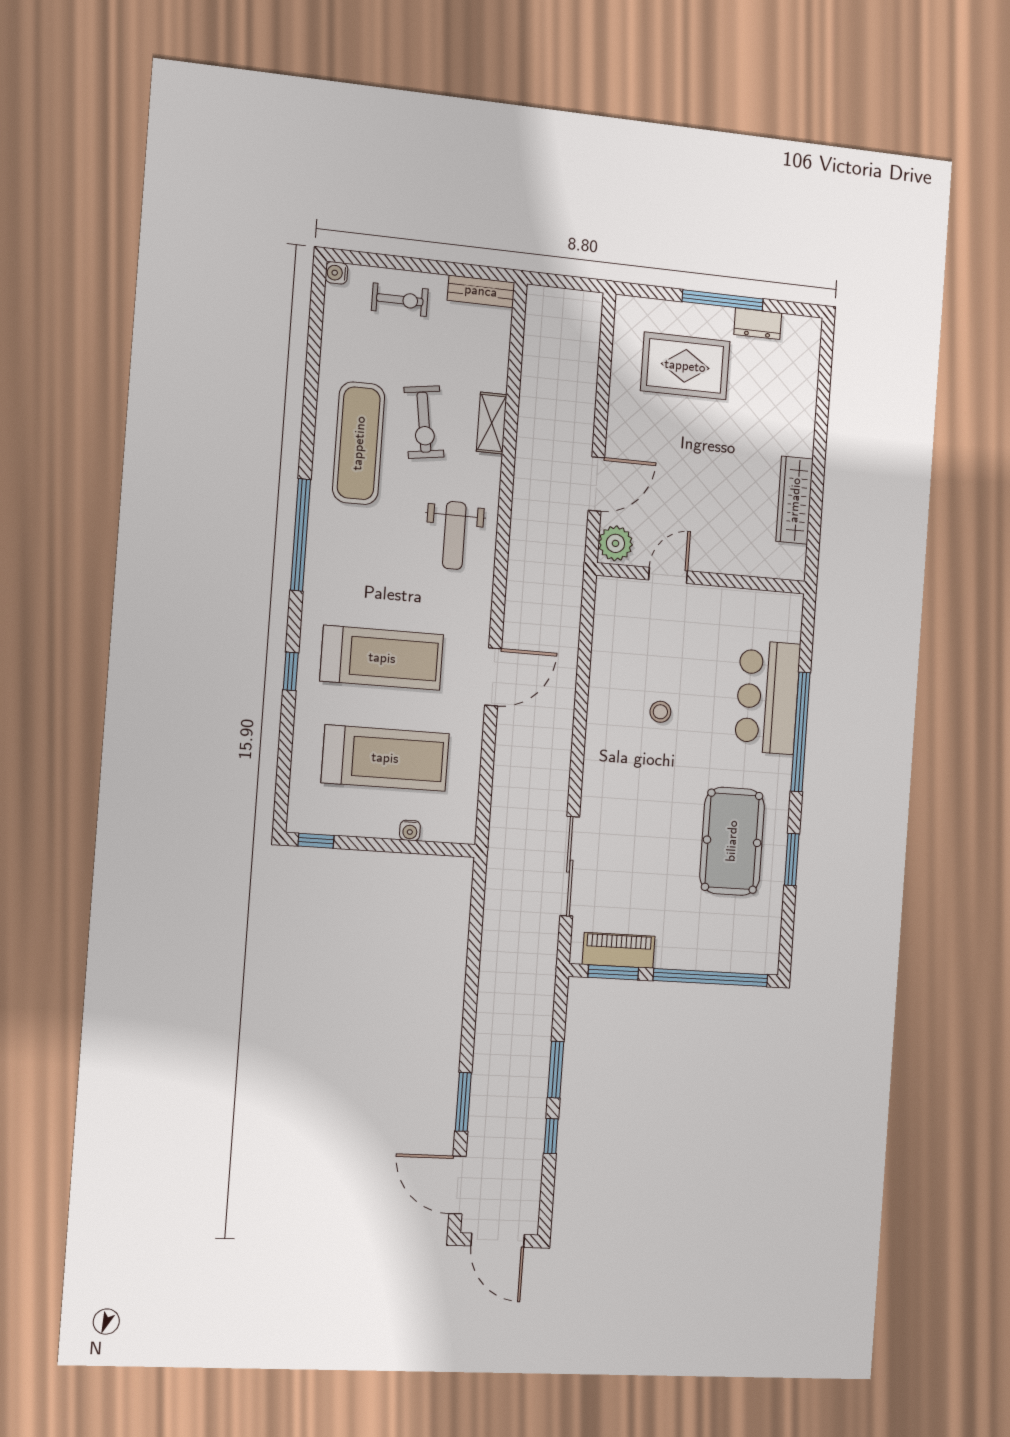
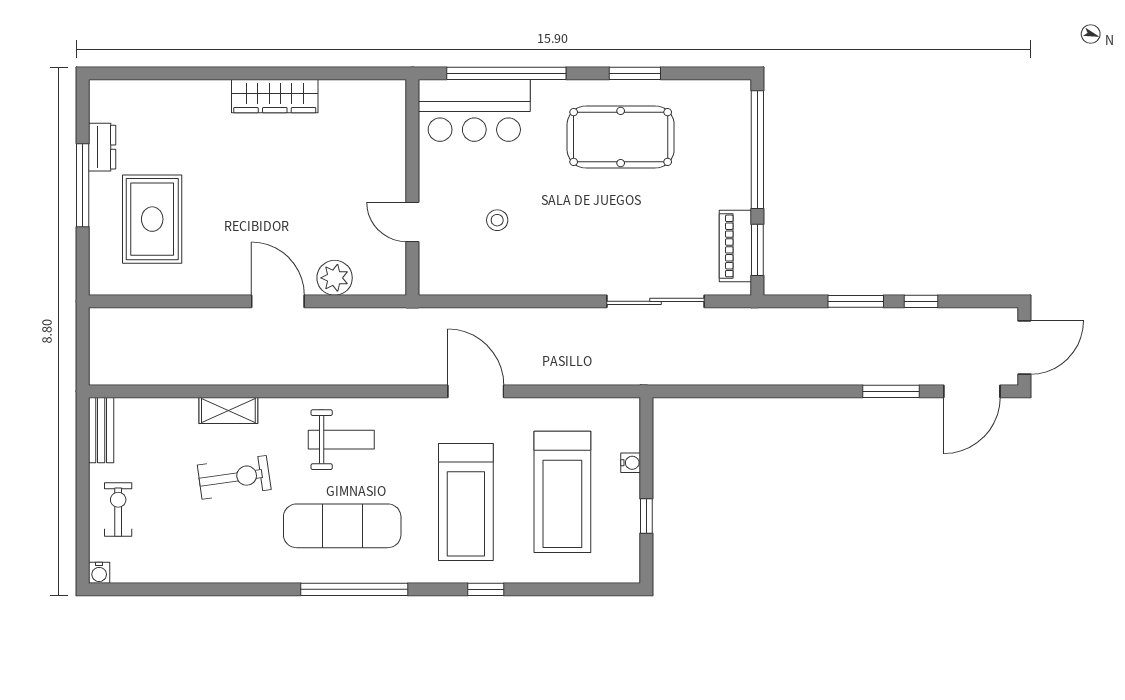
exercise mat: (359, 443) -> (342, 526), moved
door: (668, 575) -> (412, 222), moved
wall: (701, 578) -> (412, 187), moved
treadmill: (382, 658) -> (466, 502), turned 180
treadmill: (385, 758) -> (562, 492), turned 180
window: (316, 841) -> (646, 516), moved

